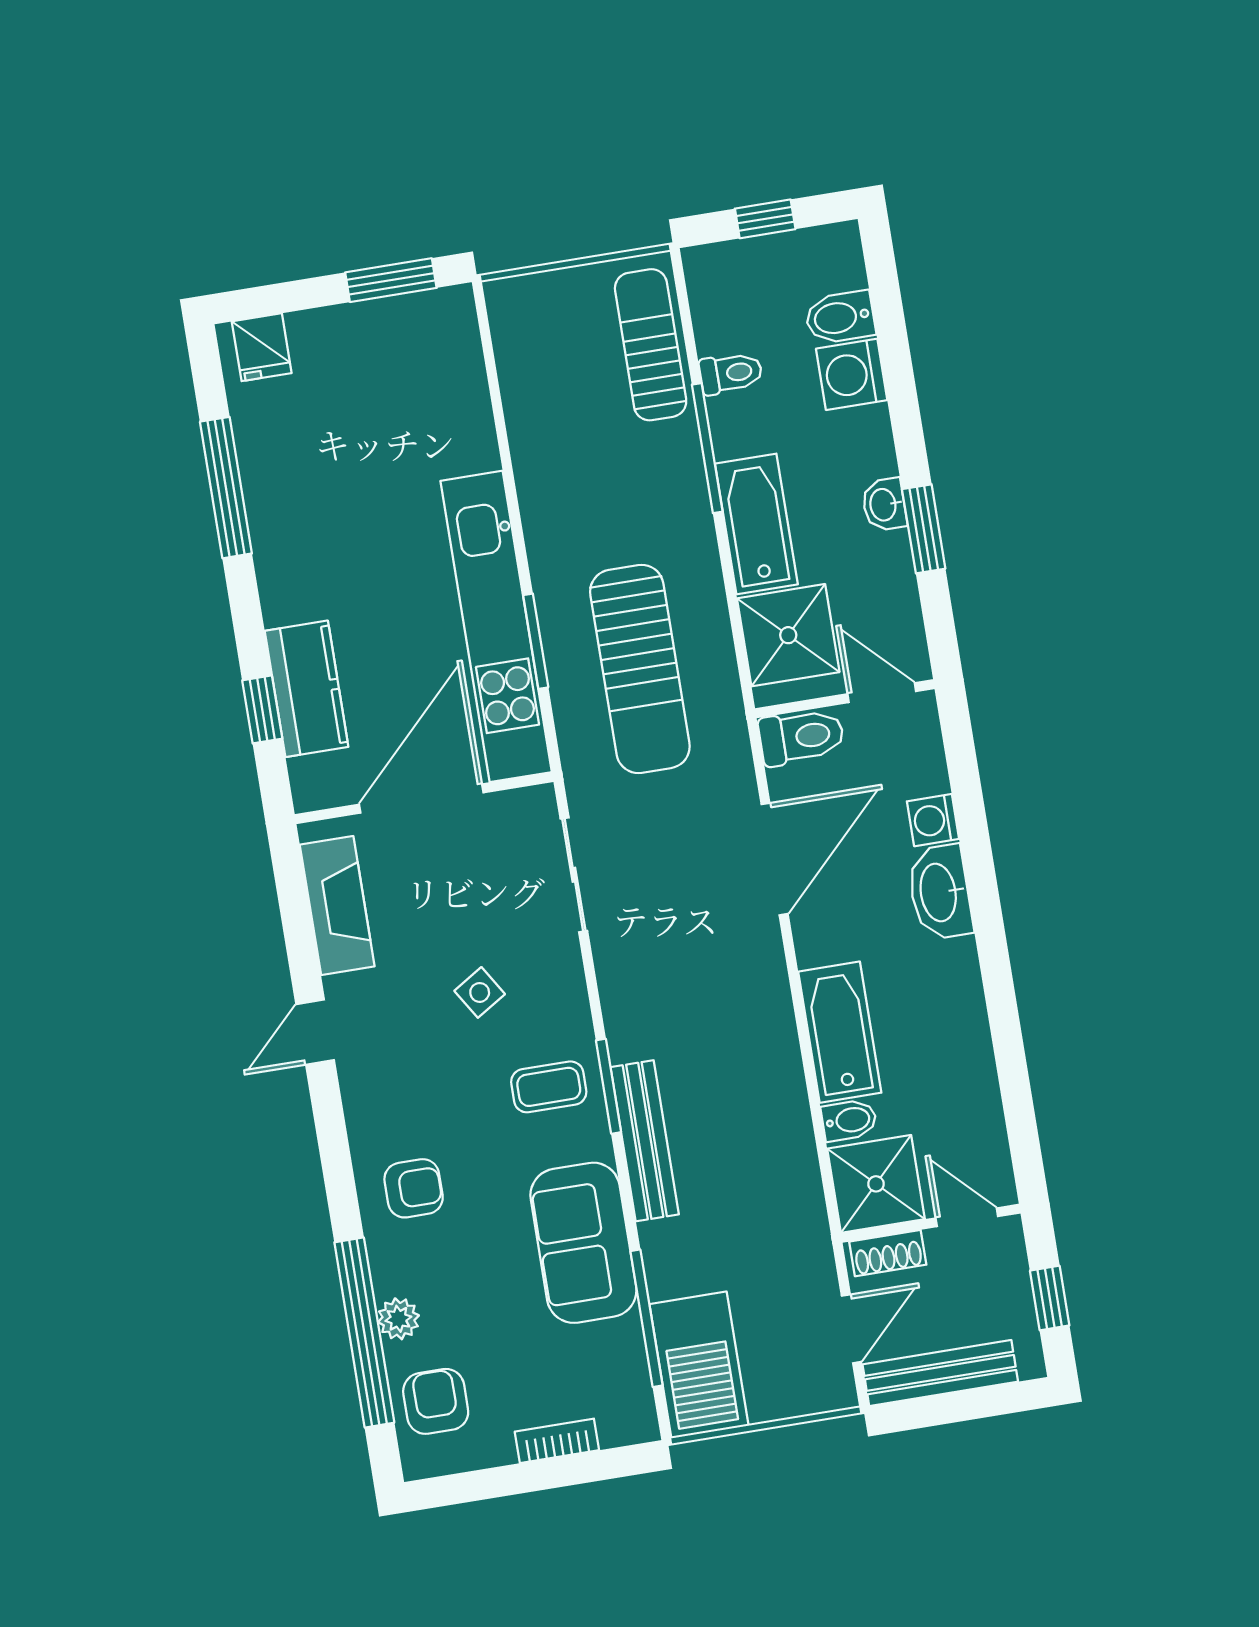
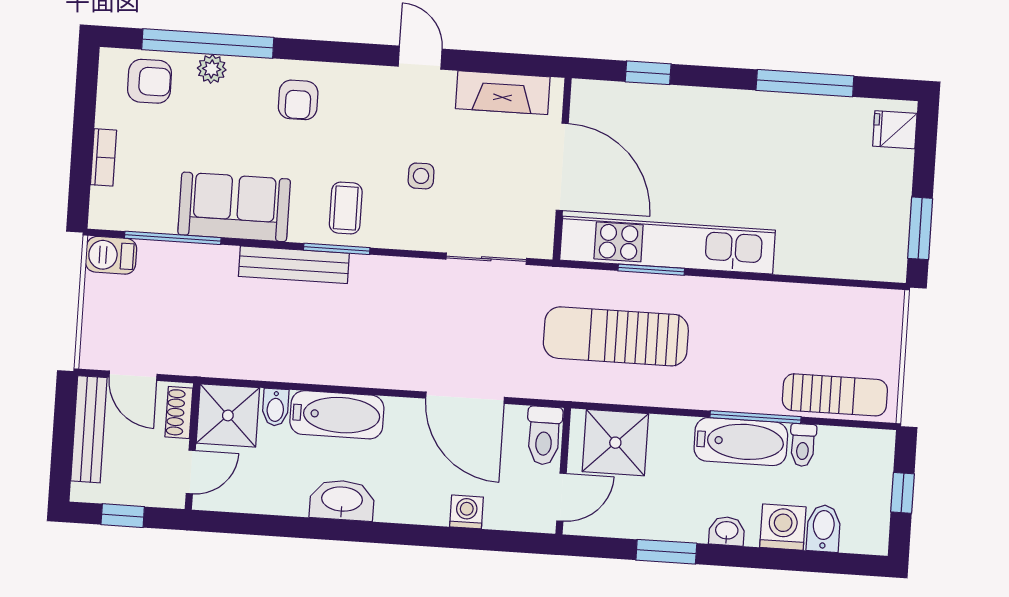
washbasin: (884, 505) -> (727, 531), moved
bathtub: (756, 524) -> (741, 442), moved
kitchen counter: (307, 689) -> (655, 106), removed
washbasin: (940, 892) -> (342, 500), moved
side table: (480, 992) -> (421, 176), turned 32
barbecue: (699, 1365) -> (111, 255), width x0.53, depth x0.65

